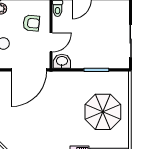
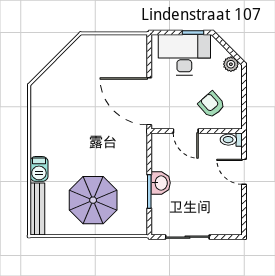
armchair: (31, 23) -> (212, 105), turned 133
washbasin: (62, 61) -> (161, 183), moved

